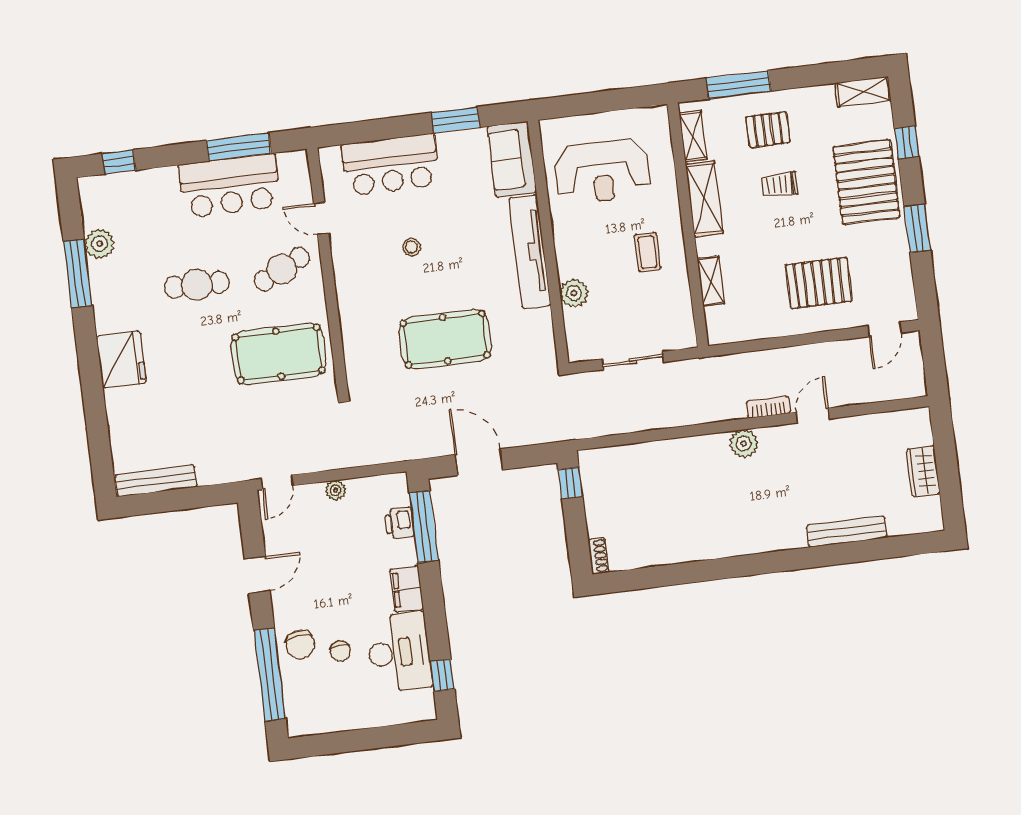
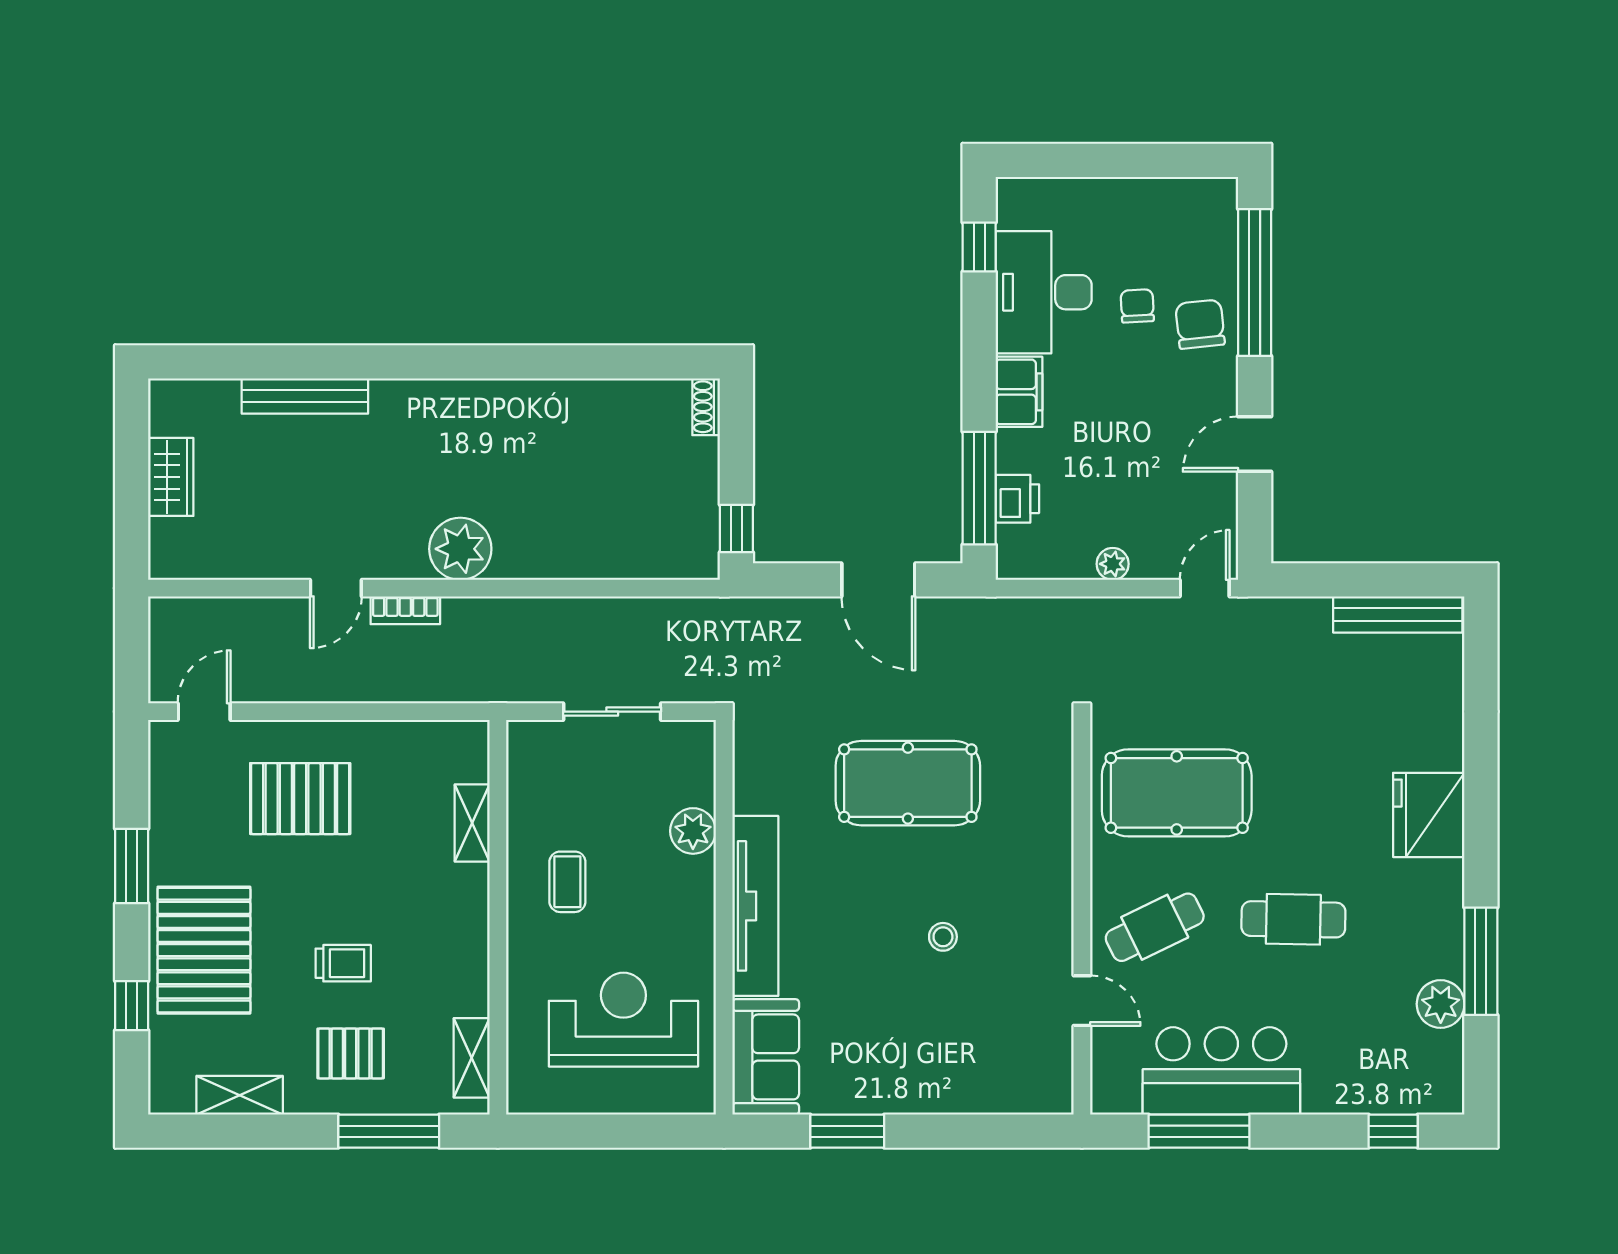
shelving: (863, 92) -> (240, 1095), moved
bar counter: (391, 165) -> (960, 1073), removed
shelving: (704, 199) -> (466, 956), removed
plant: (744, 444) -> (460, 549), width x1.36, depth x1.36

